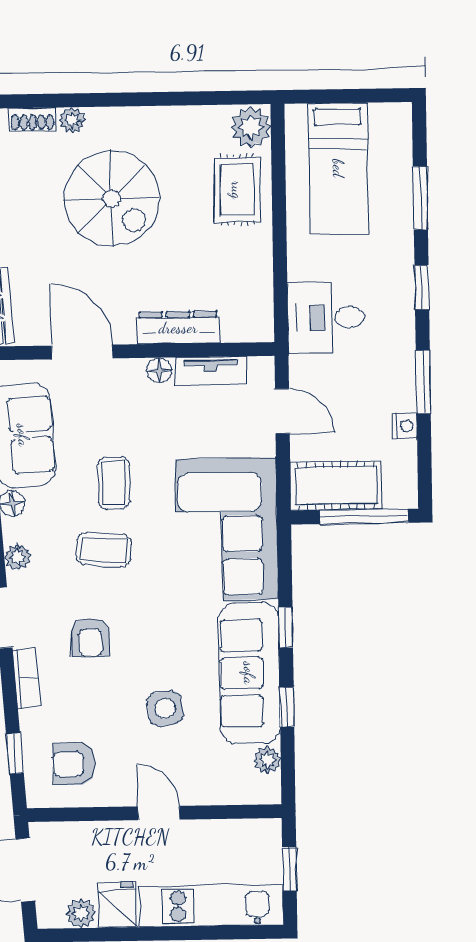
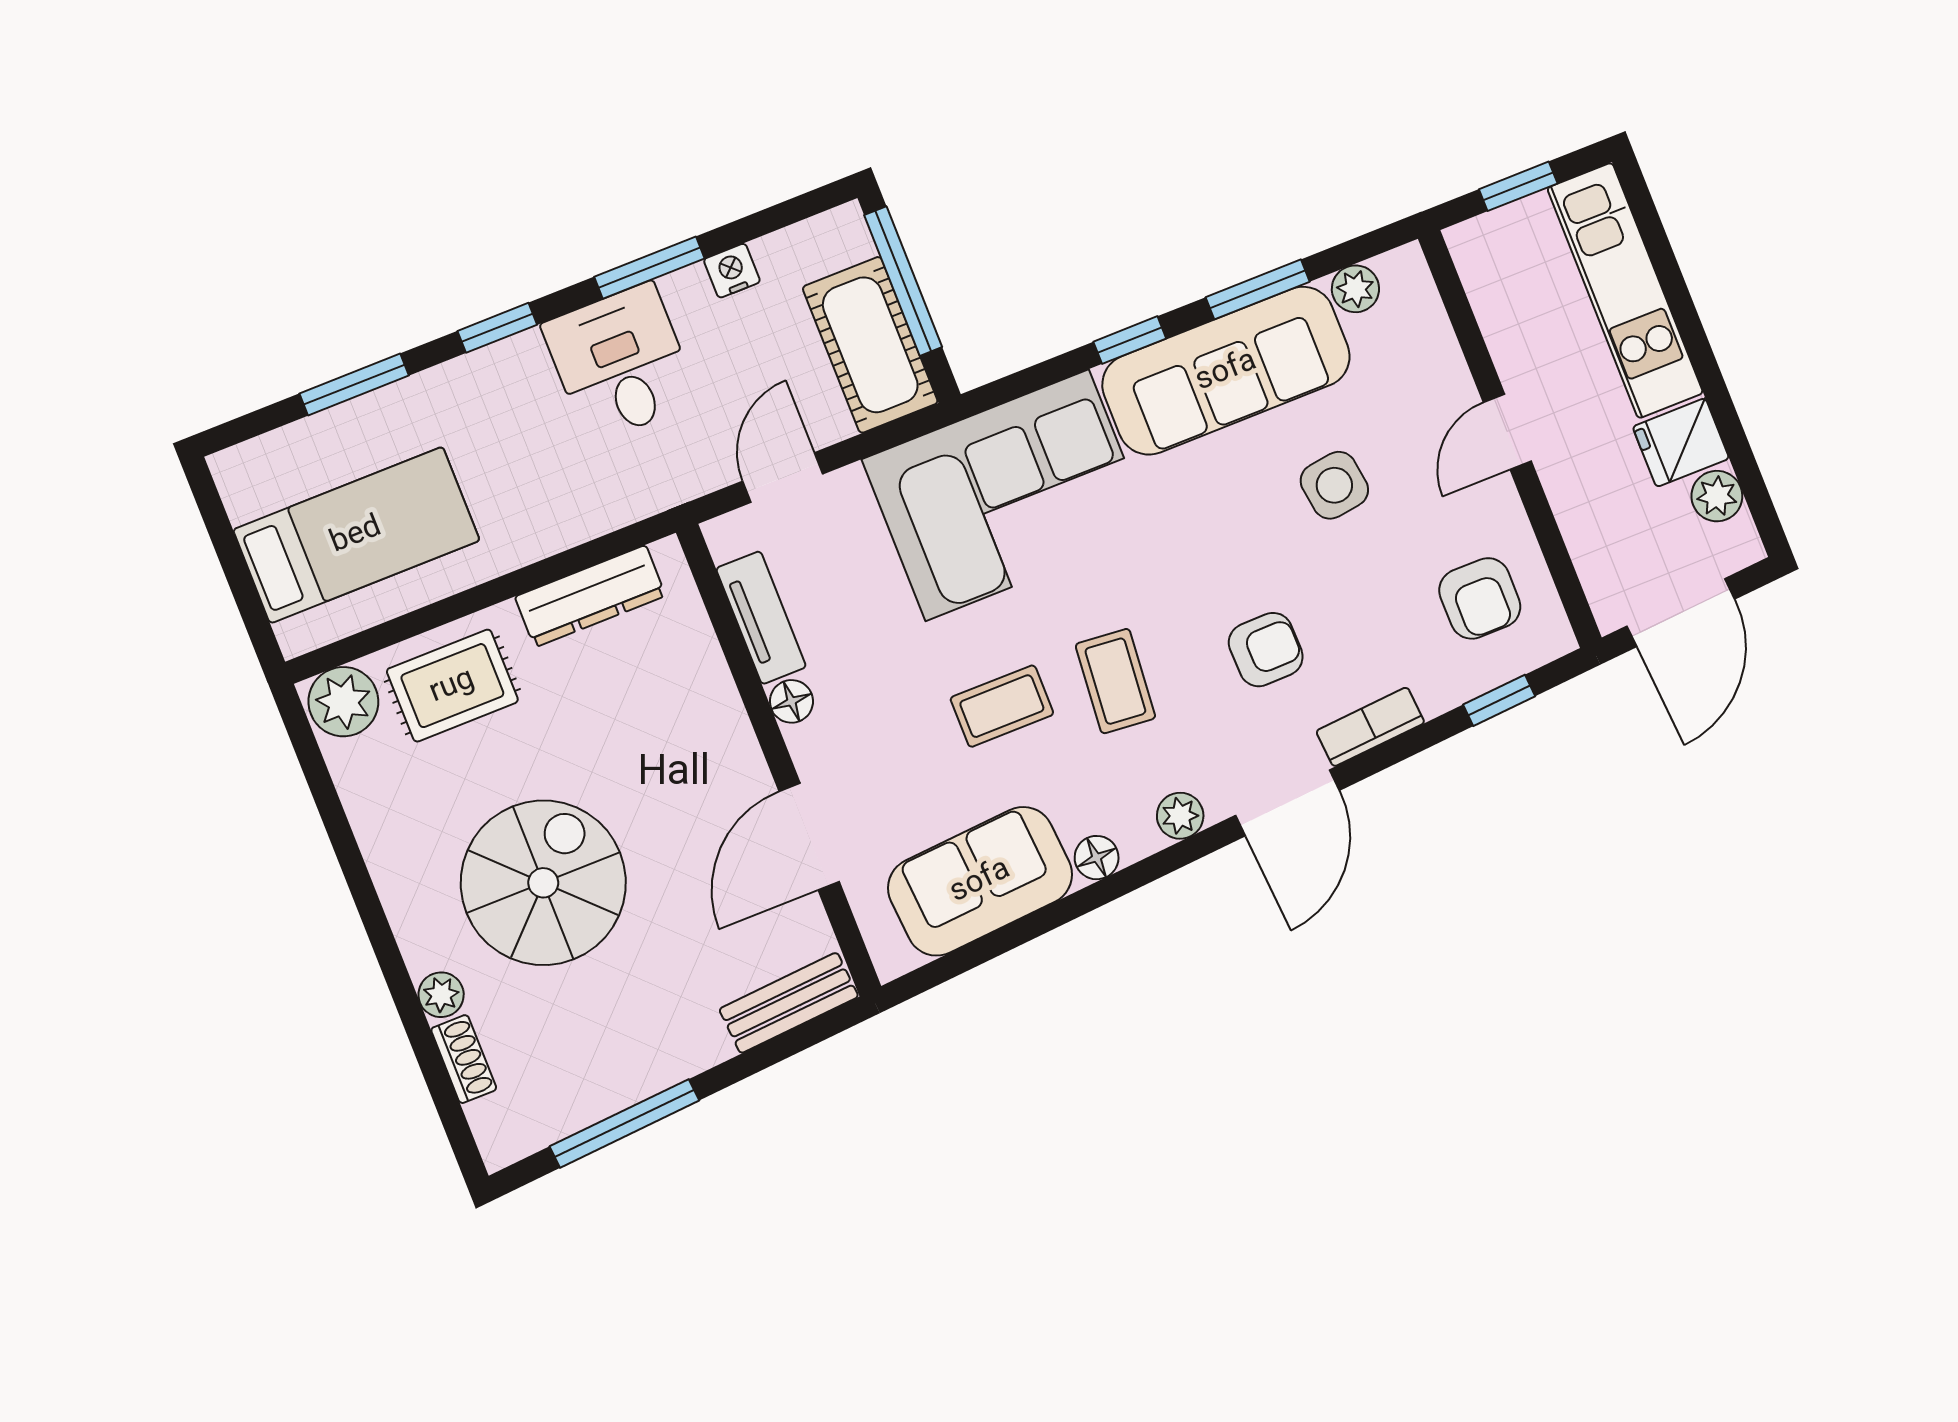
desk: (326, 318) -> (620, 363), moved, turned 180
dresser: (178, 328) -> (590, 596), moved, turned -90
window: (287, 707) -> (1258, 289), width x1.50

